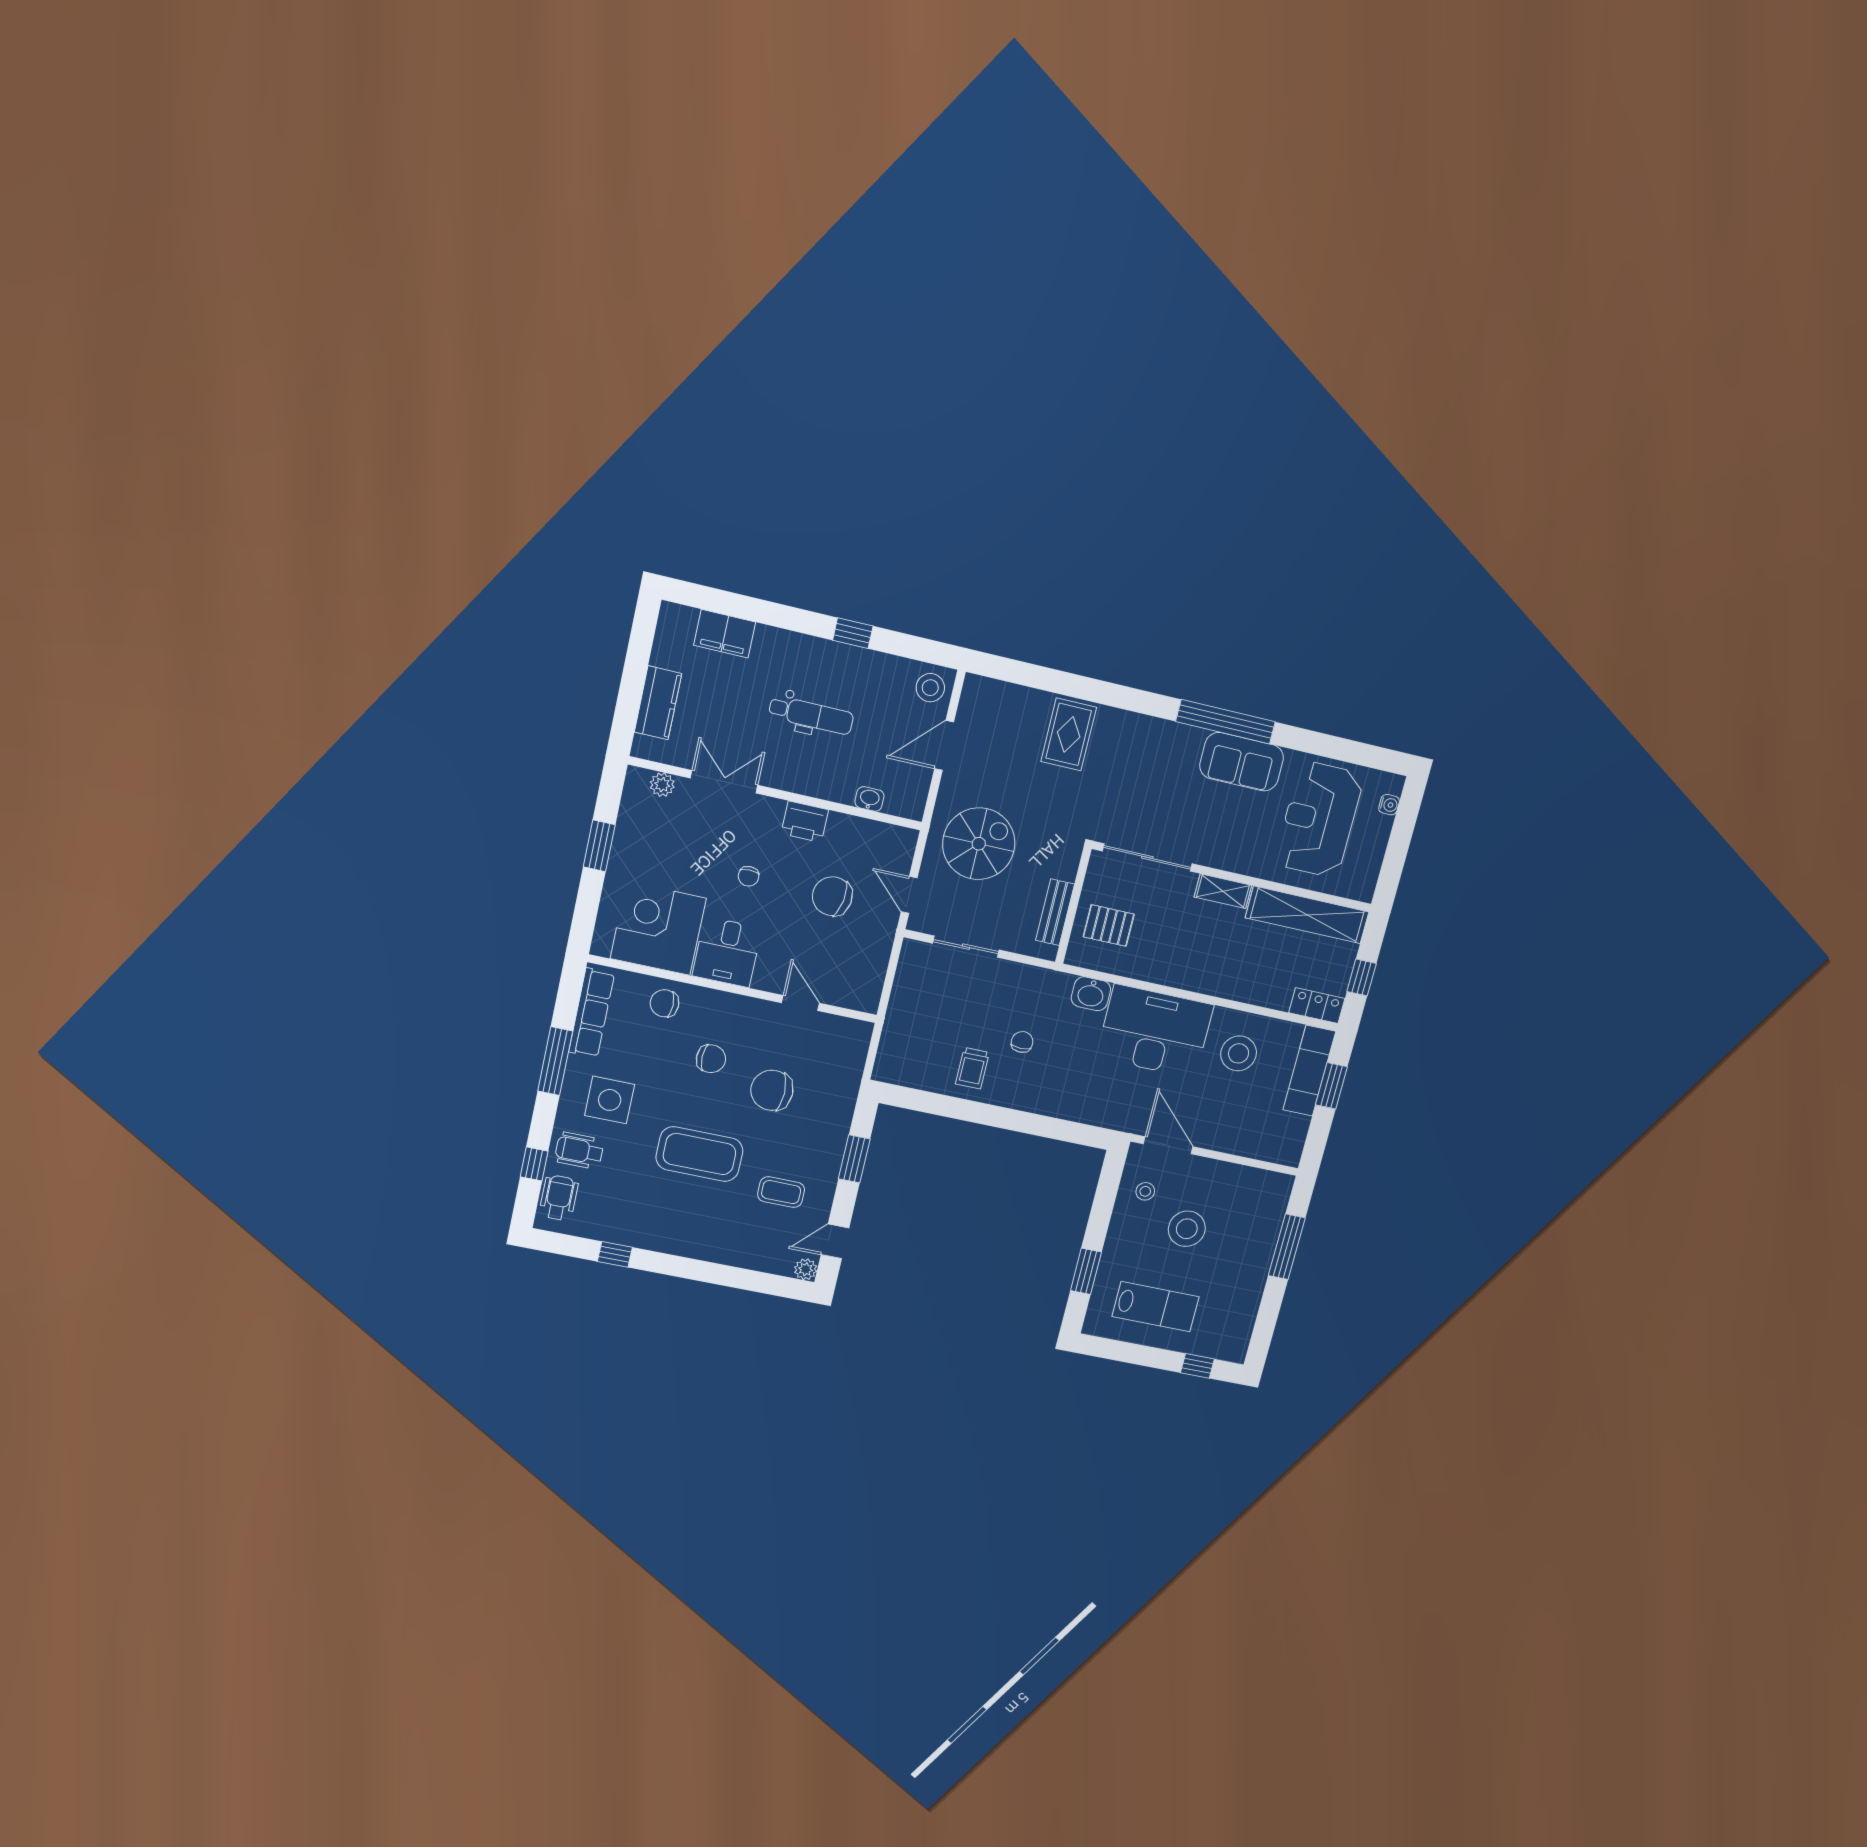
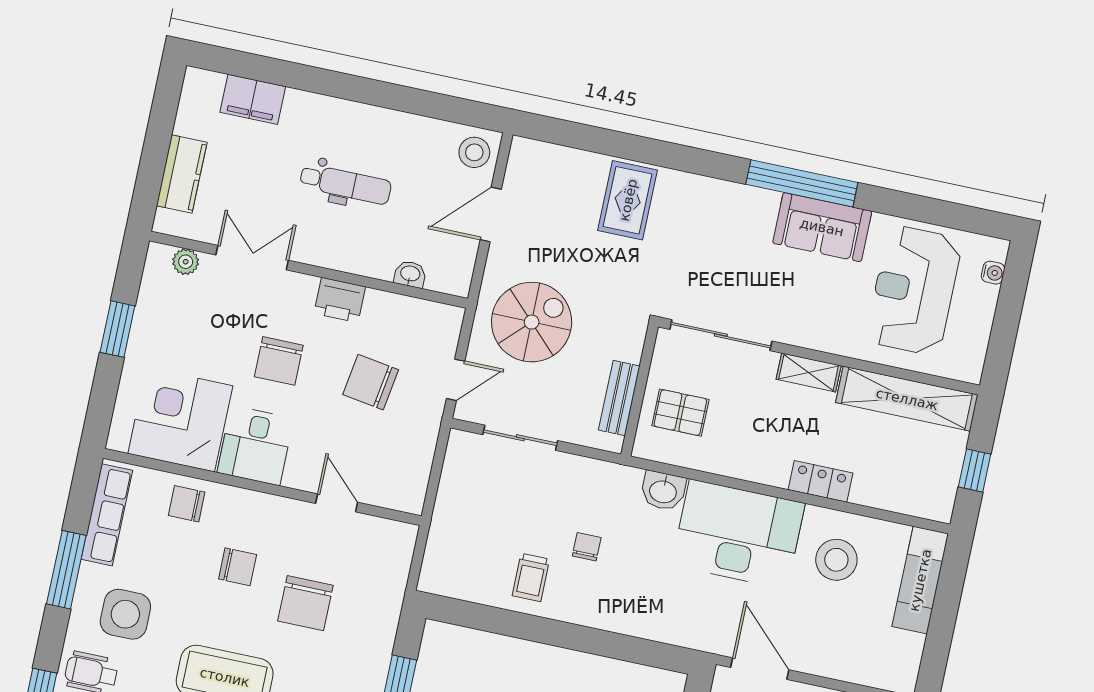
window: (853, 633) -> (390, 96), removed
chair: (749, 876) -> (279, 361), width x1.87, depth x1.87
door: (909, 895) -> (456, 380), swing flipped
locker: (1317, 1006) -> (820, 481), moved
window: (1331, 1086) -> (947, 598), removed
chair: (772, 1090) -> (305, 603), turned -90

